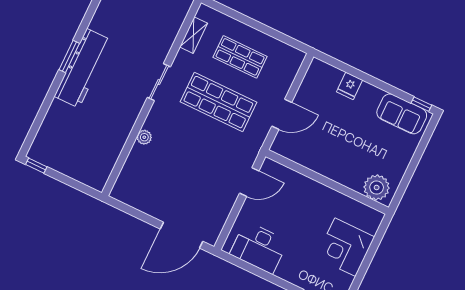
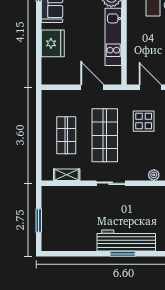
fridge: (350, 86) -> (53, 43), width x1.88, depth x1.34
display table: (213, 156) -> (144, 121), added
kitchen unit: (329, 167) -> (113, 37), added

